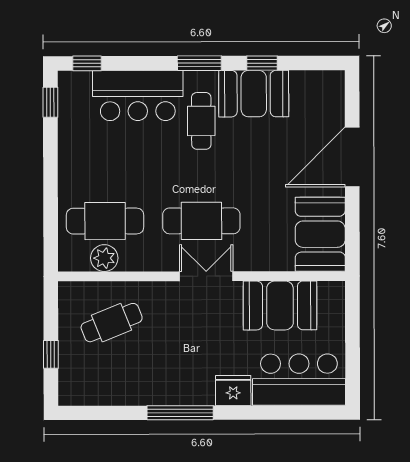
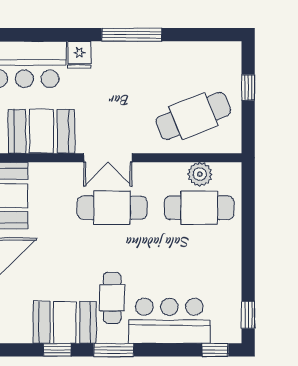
cafe table: (112, 323) -> (193, 116), width x1.37, depth x1.35
fridge: (233, 390) -> (79, 55), width x0.72

